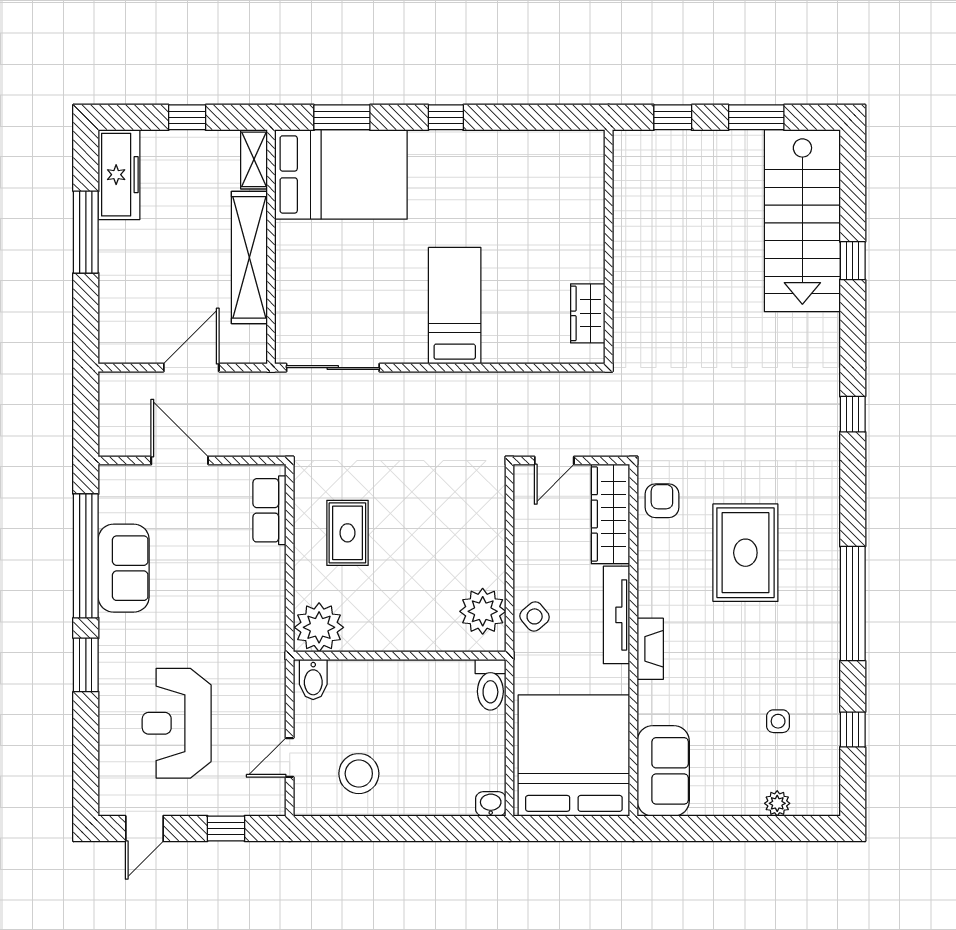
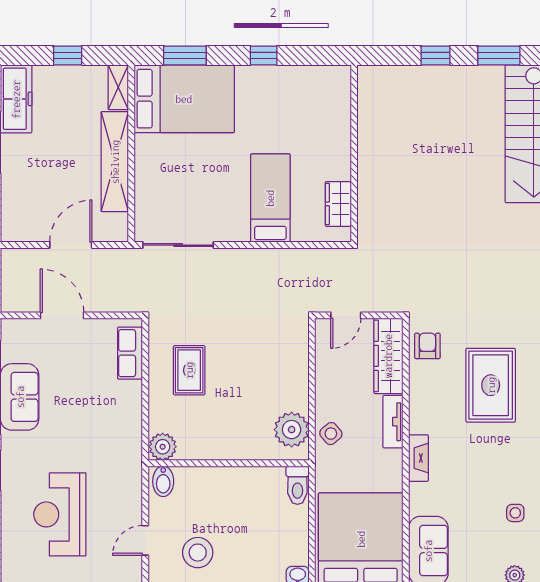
wall: (609, 247) -> (354, 153), moved
wardrobe: (588, 313) -> (338, 204), moved
tv unit: (616, 615) -> (393, 422), width x0.71
plant: (319, 627) -> (163, 447), width x0.73, depth x0.73

